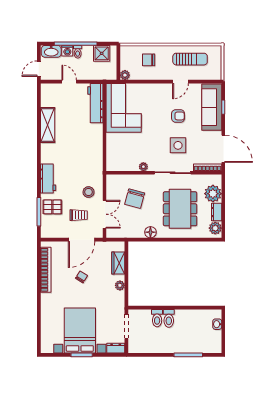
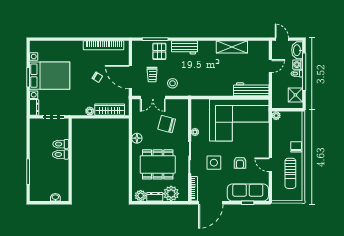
chair: (149, 60) -> (296, 147), moved
corner sofa: (124, 108) -> (239, 120), width x1.36, depth x1.36
wardrobe: (118, 263) -> (110, 110), width x1.50

